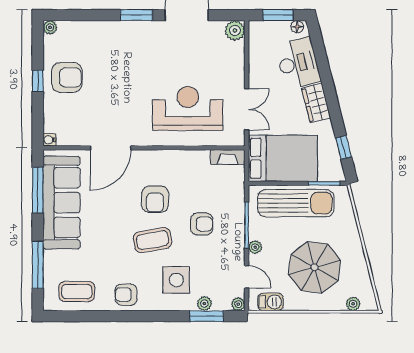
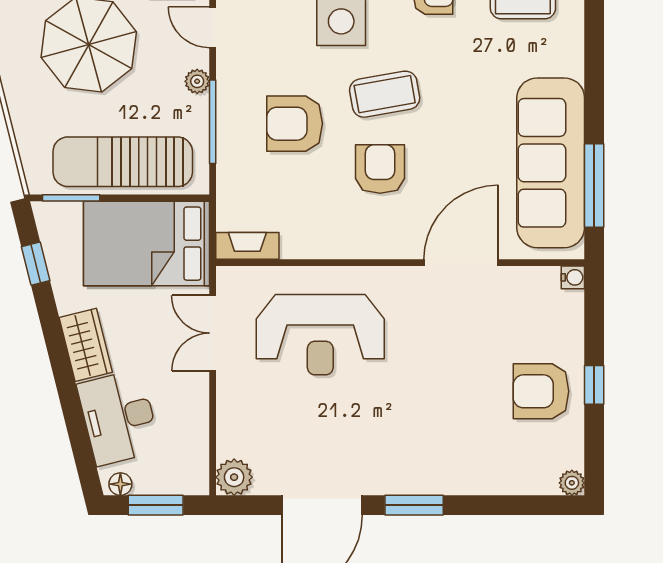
armchair: (202, 224) -> (295, 124), width x1.38, depth x1.38
window: (38, 265) -> (594, 49), removed

